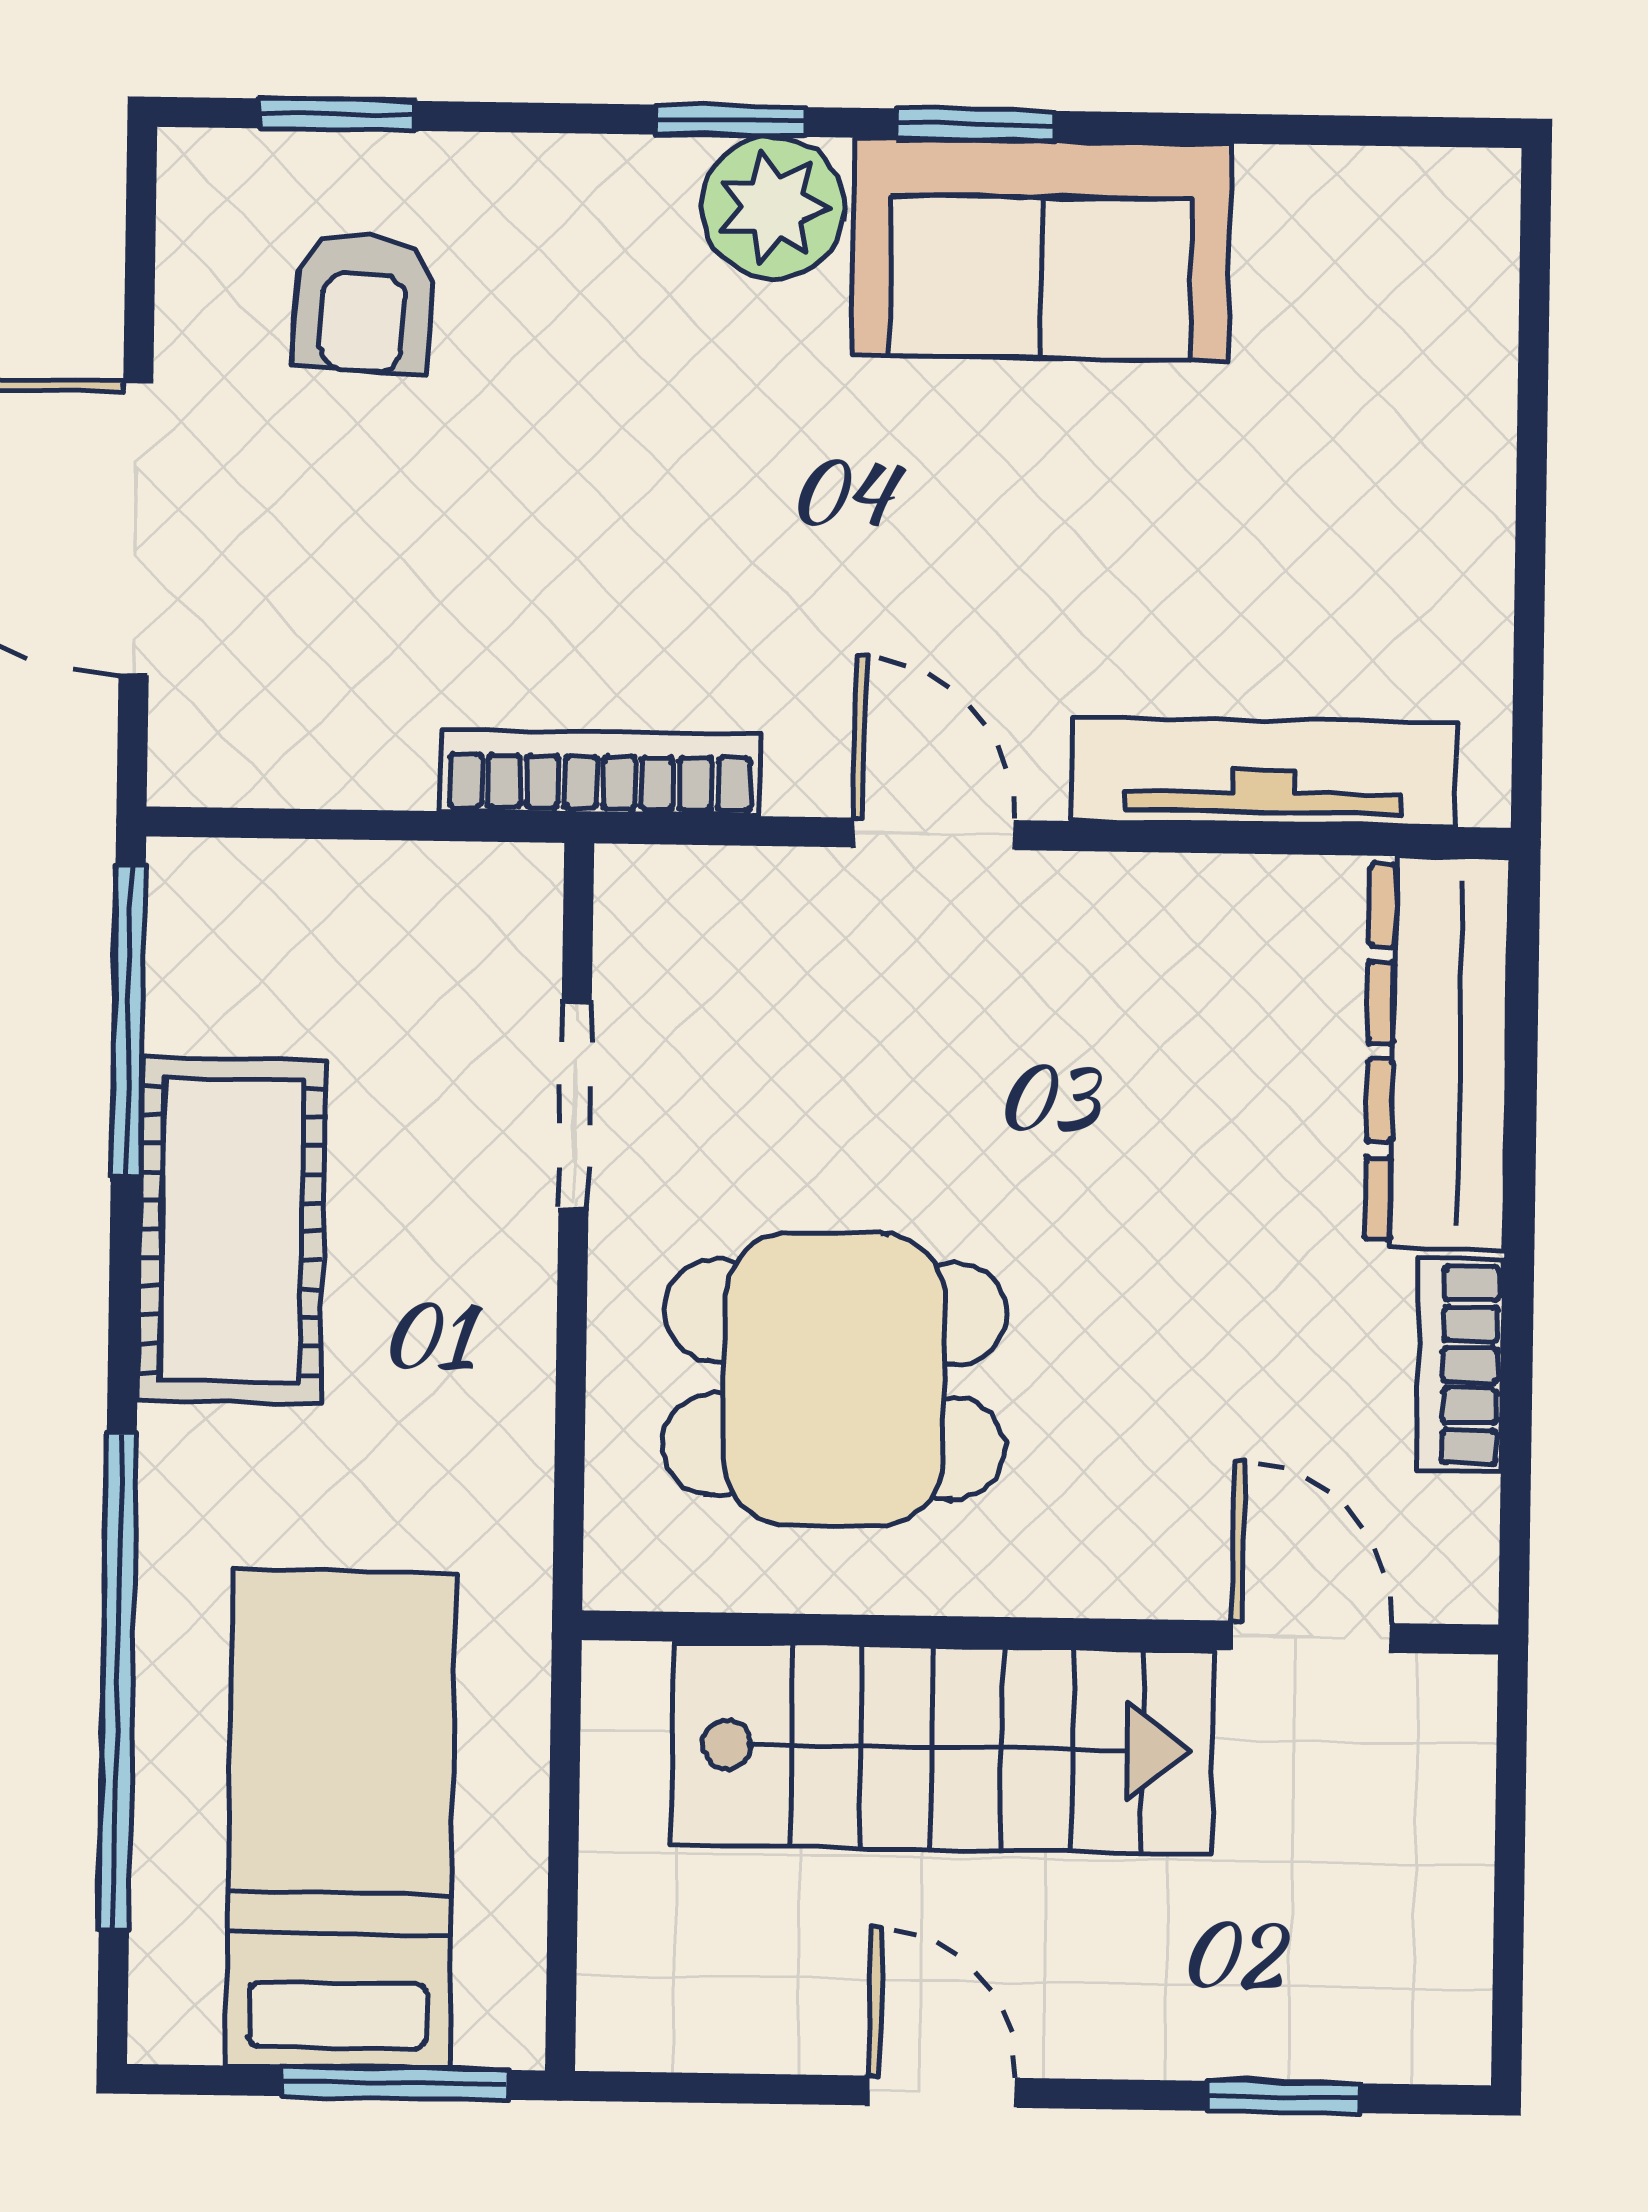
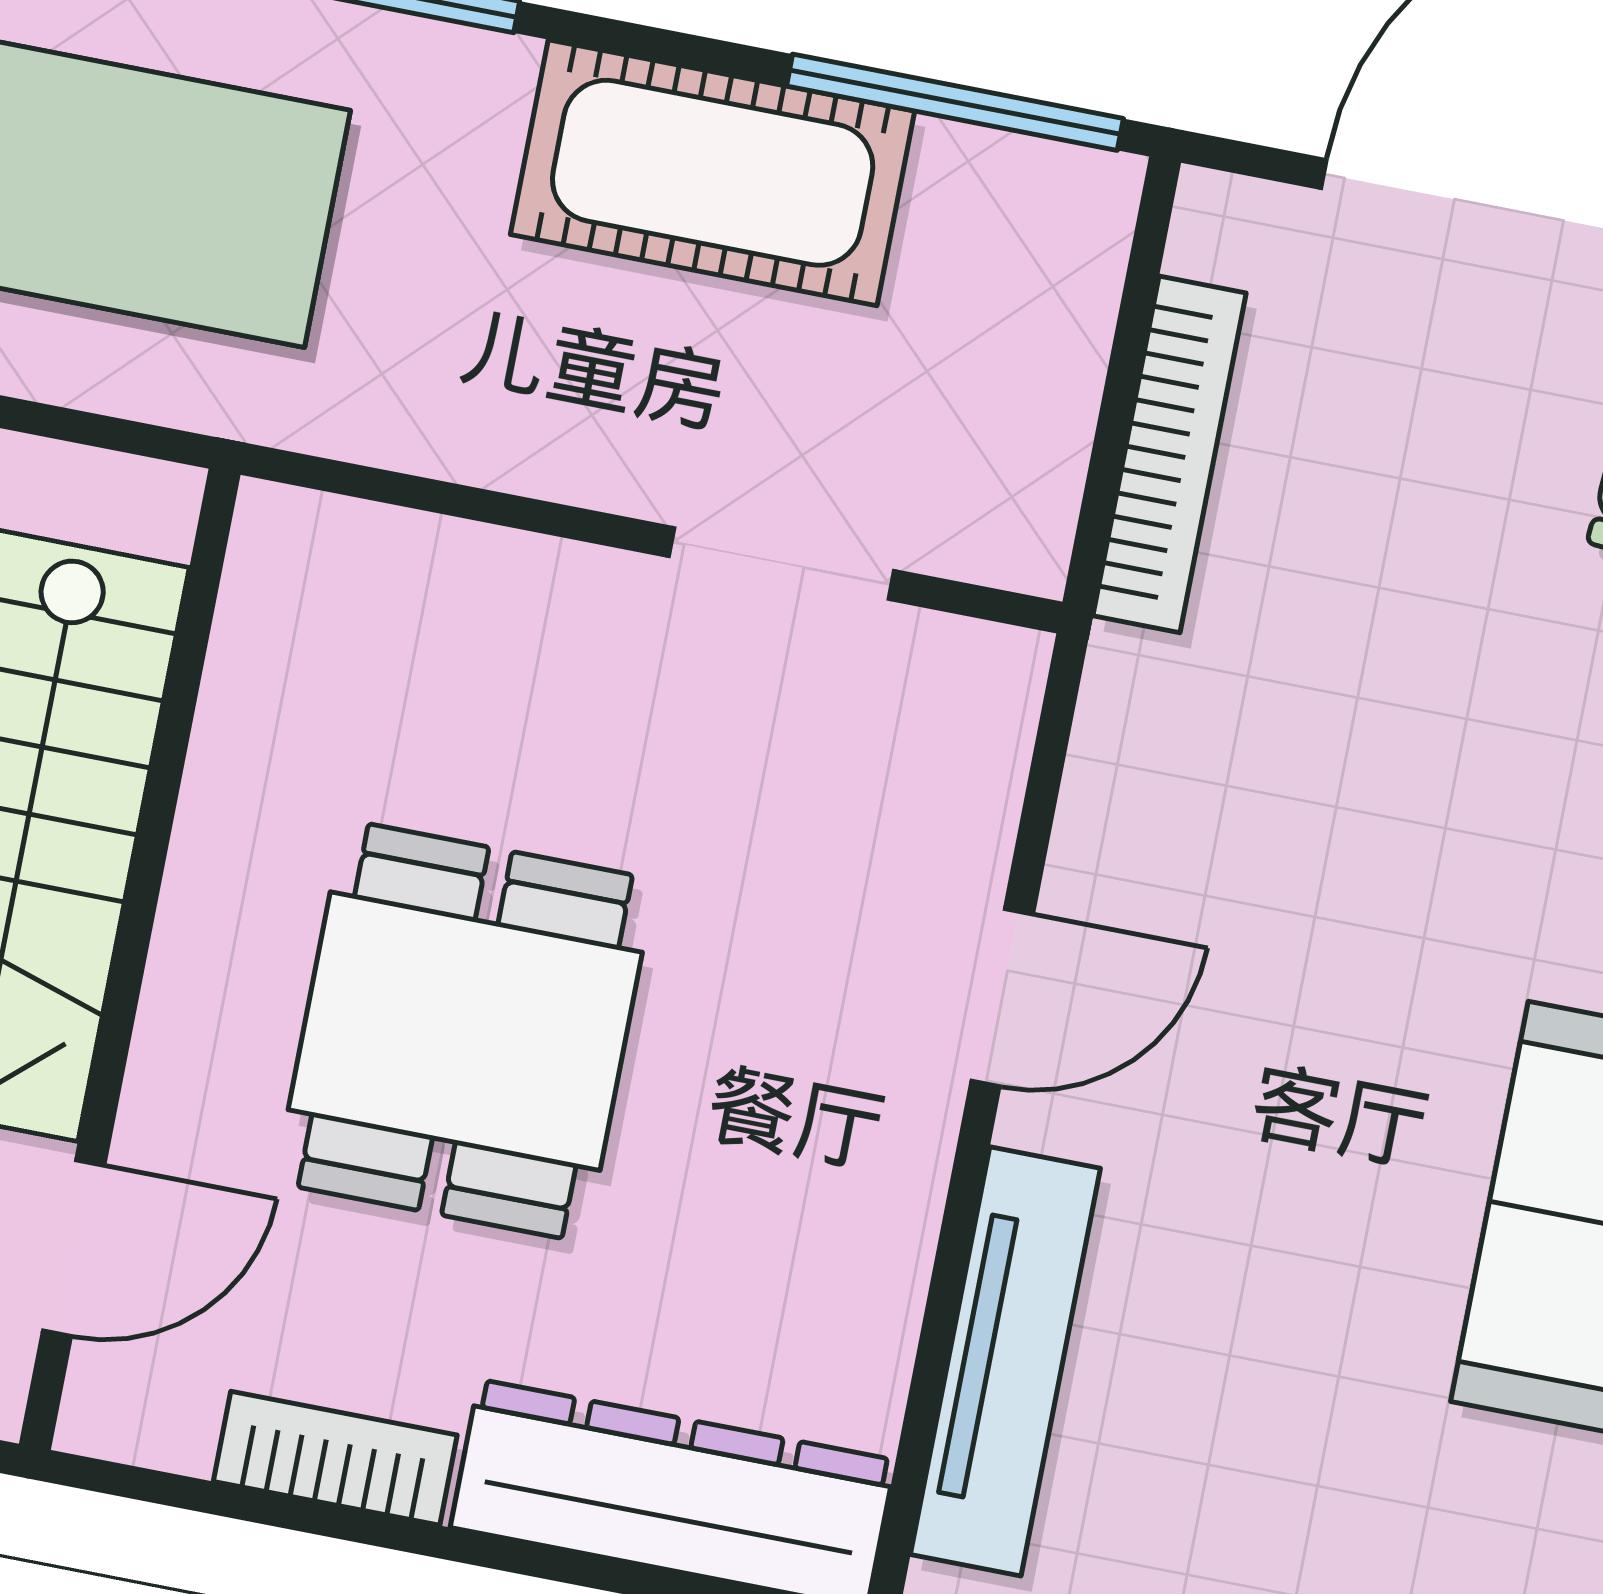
bookcase: (600, 773) -> (1169, 454), moved
dining table: (834, 1379) -> (465, 1031), moved

